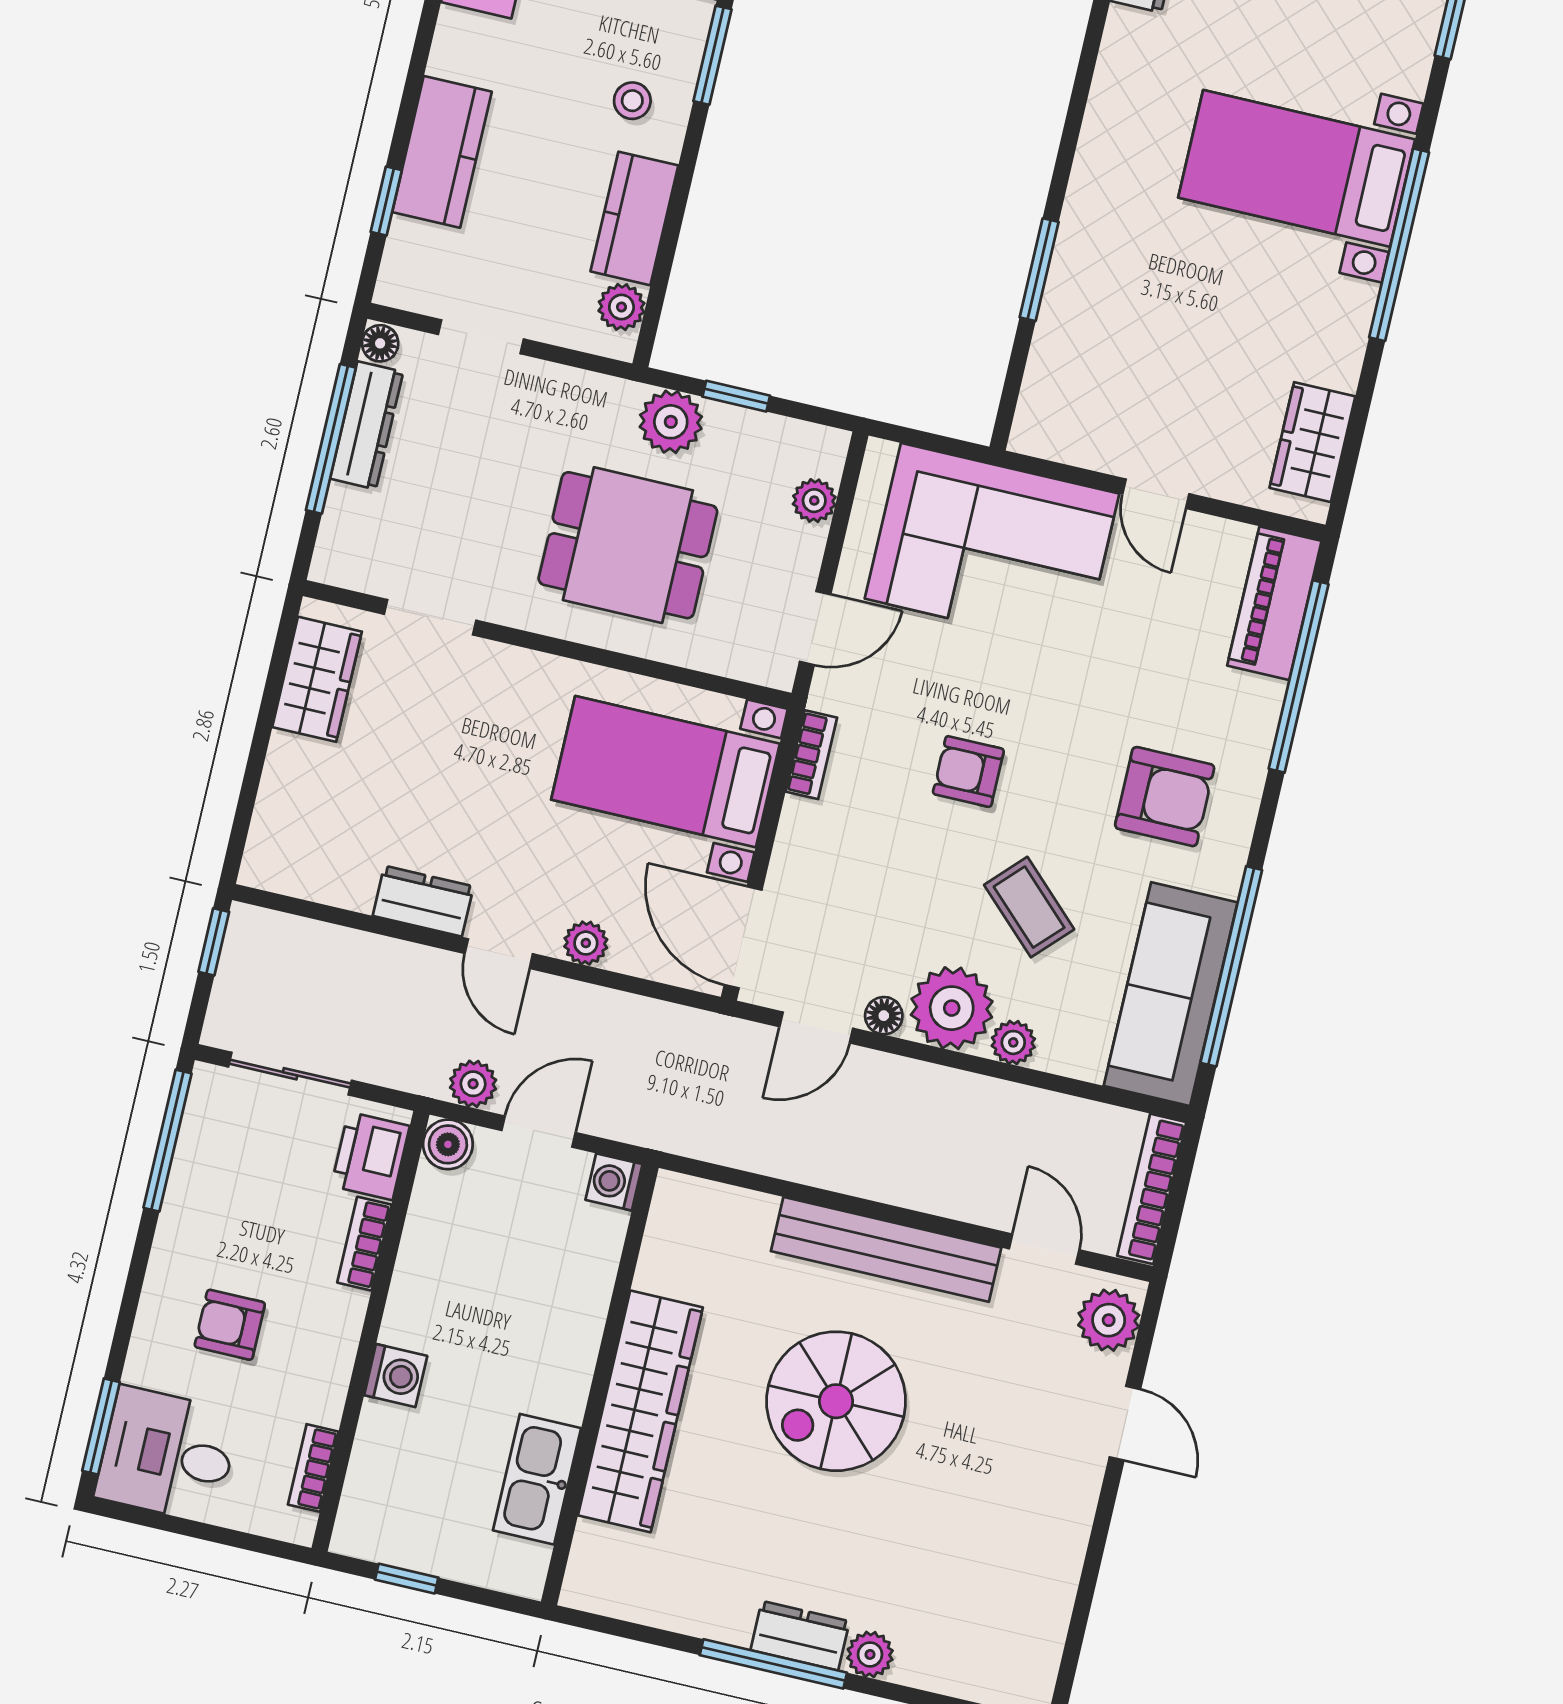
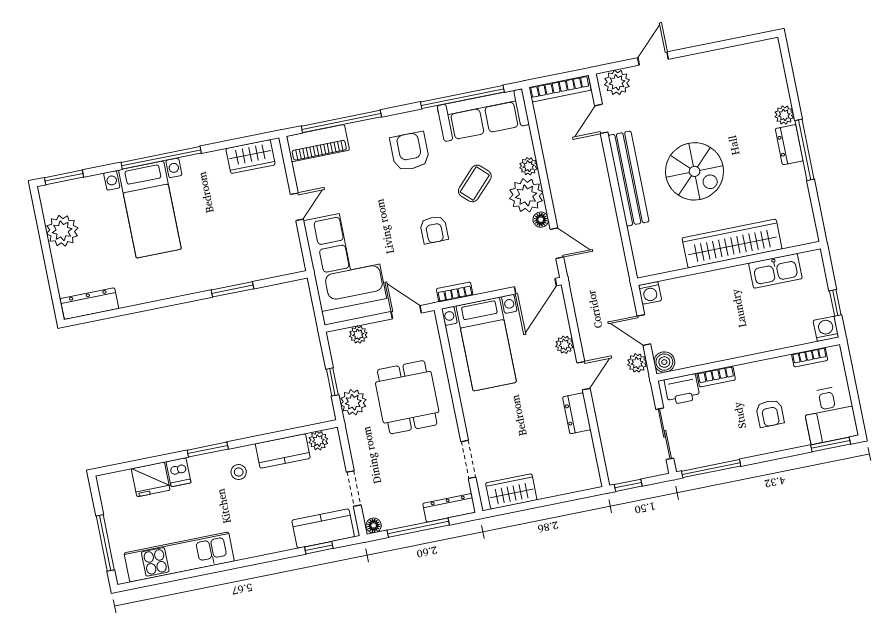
kitchen counter: (442, 152) -> (323, 529), moved
dresser: (367, 425) -> (449, 508), moved
washing machine: (396, 1376) -> (826, 329), moved

